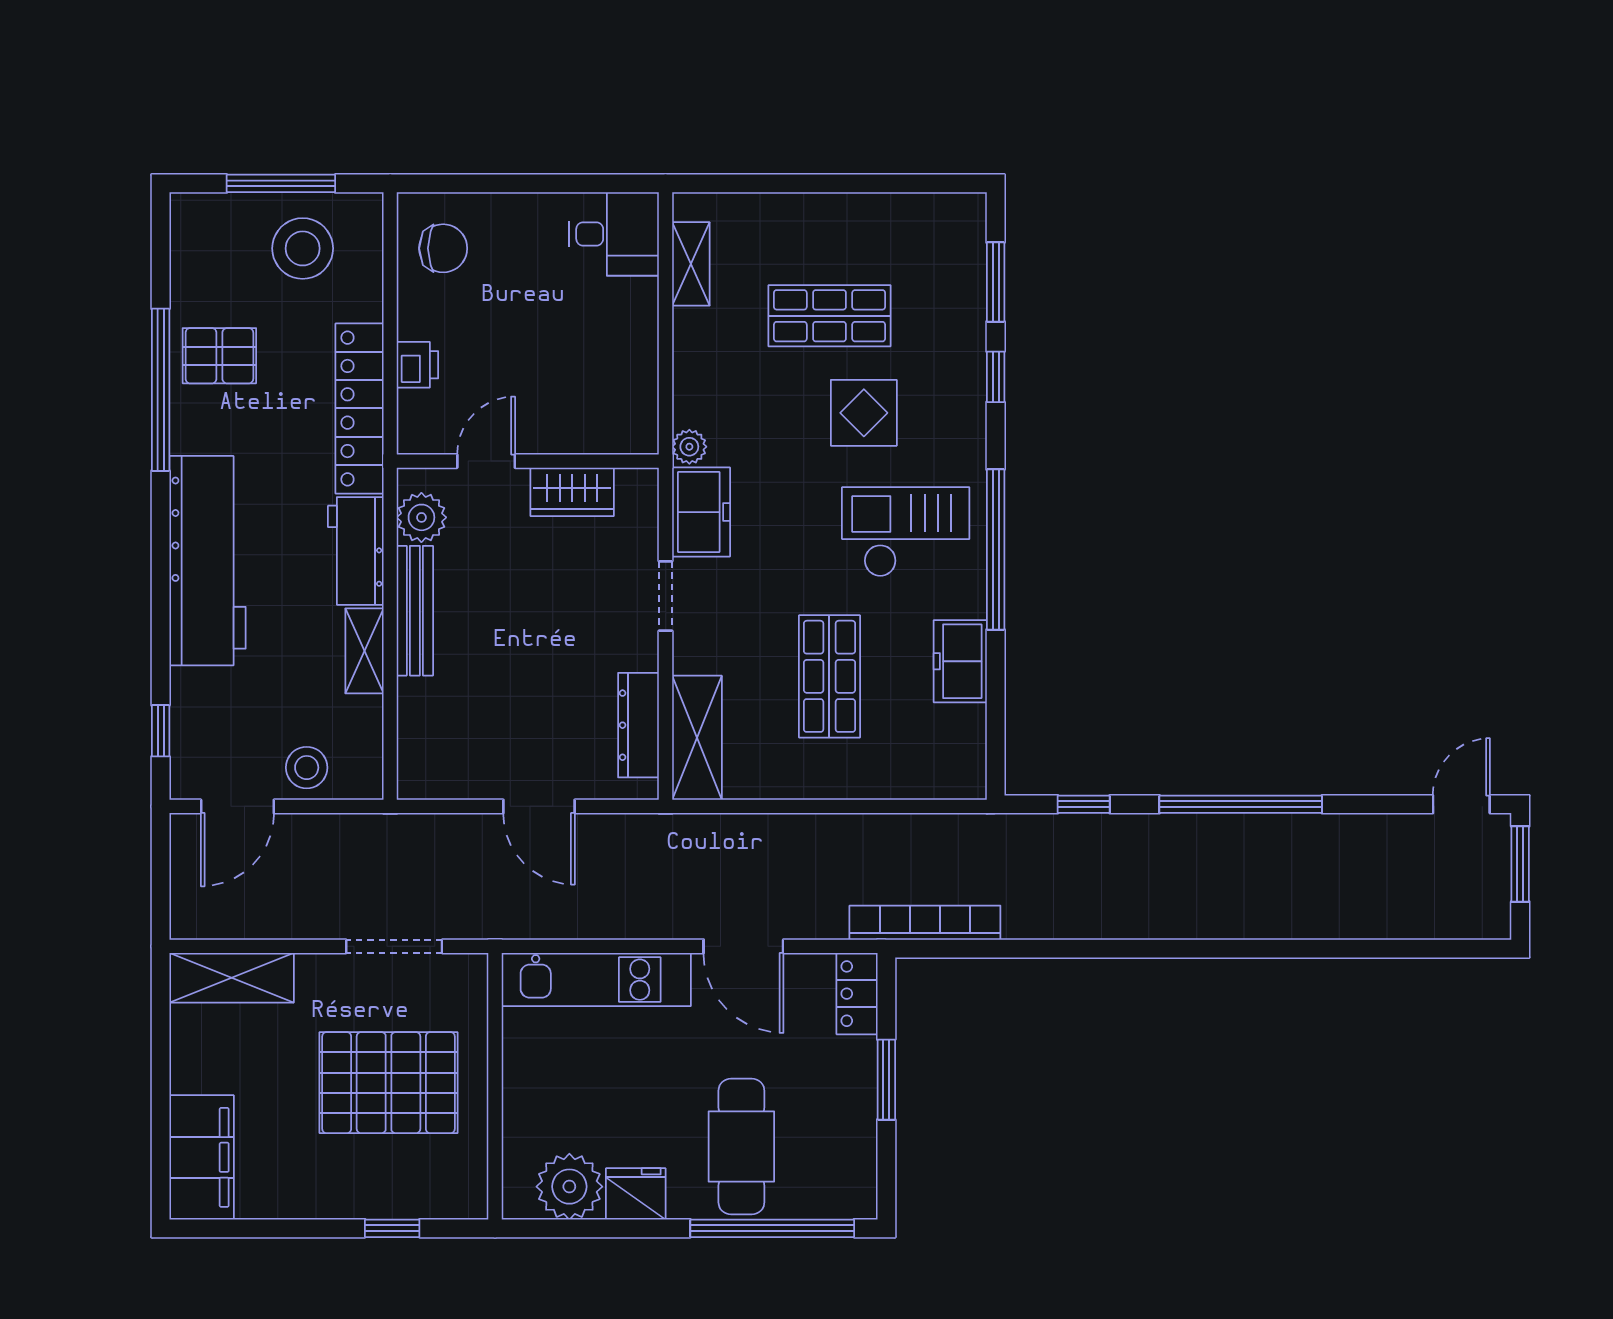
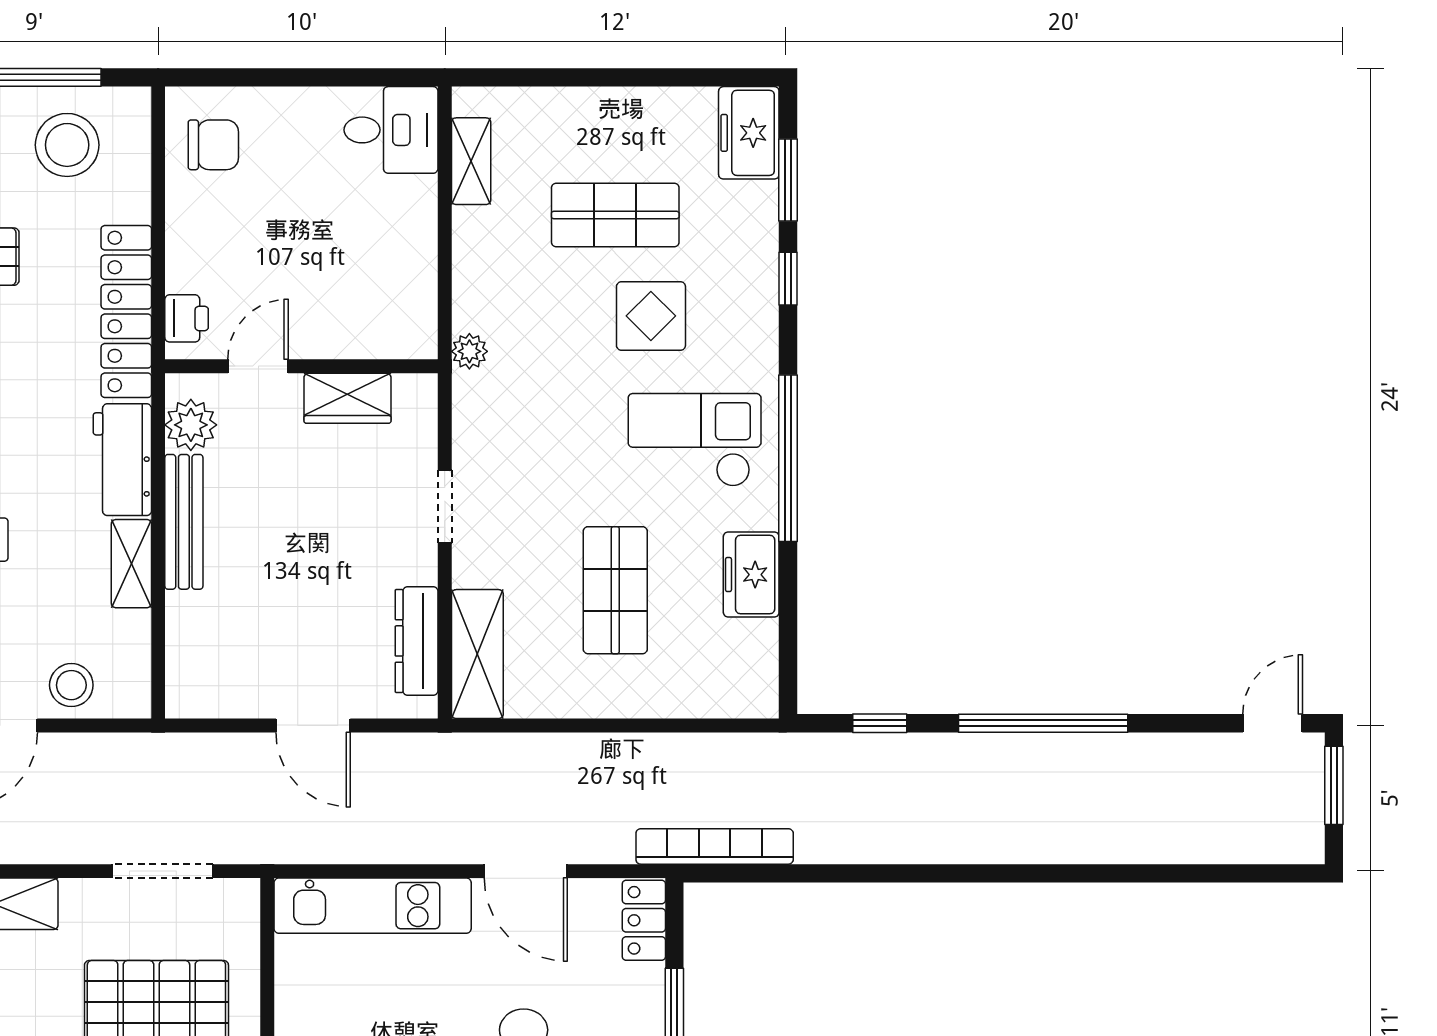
printer: (417, 365) -> (187, 318), moved
freezer: (701, 512) -> (749, 133), moved, turned 180

